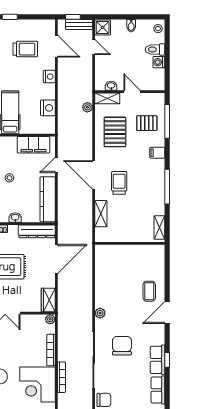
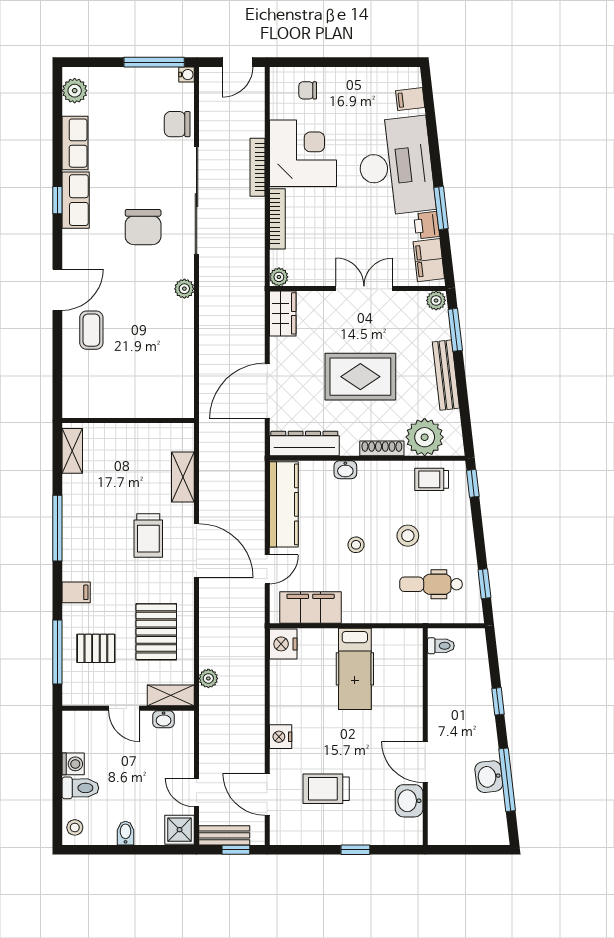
nightstand: (48, 108) -> (283, 644), moved

